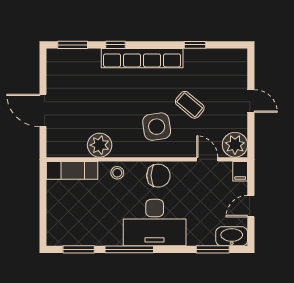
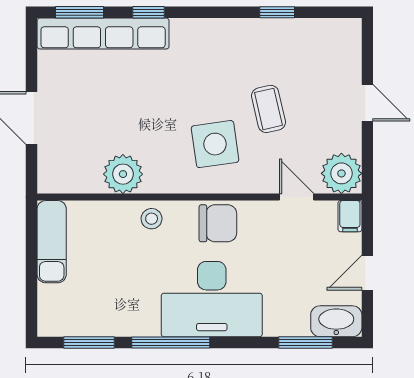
row of seats: (142, 58) -> (103, 34), moved
coffee table: (190, 105) -> (268, 109), turned 37
exam couch: (72, 170) -> (52, 242), moved, turned -90

